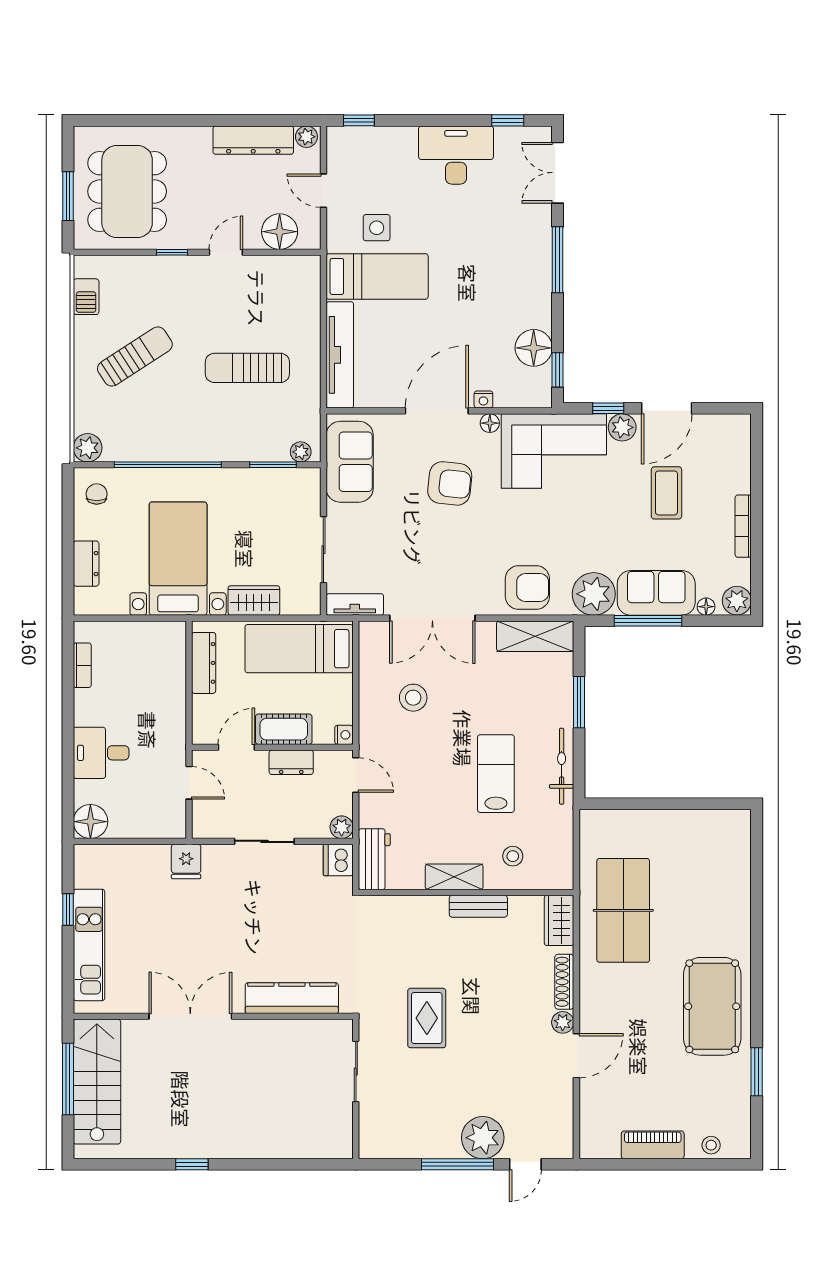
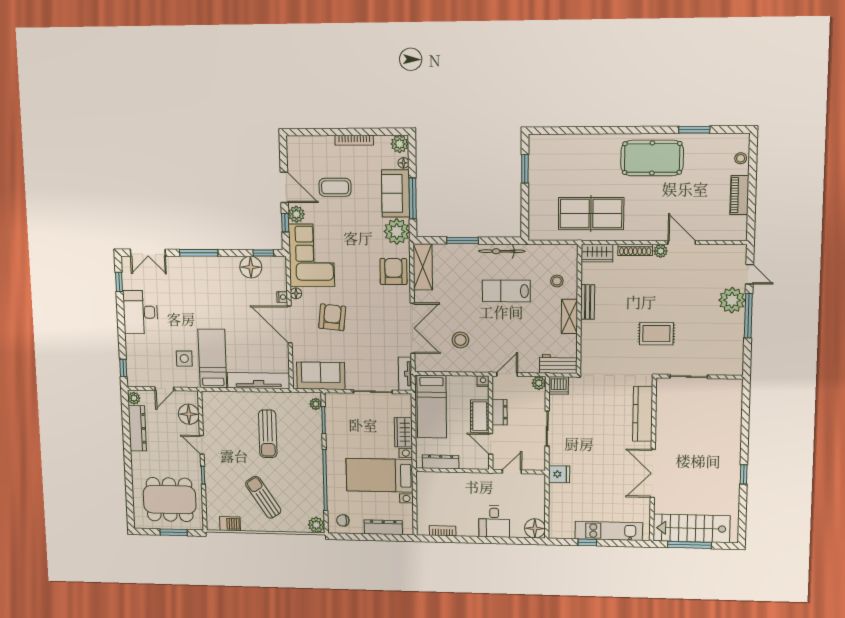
dresser: (86, 564) -> (383, 527), width x1.44
window: (696, 804) -> (525, 169), added

